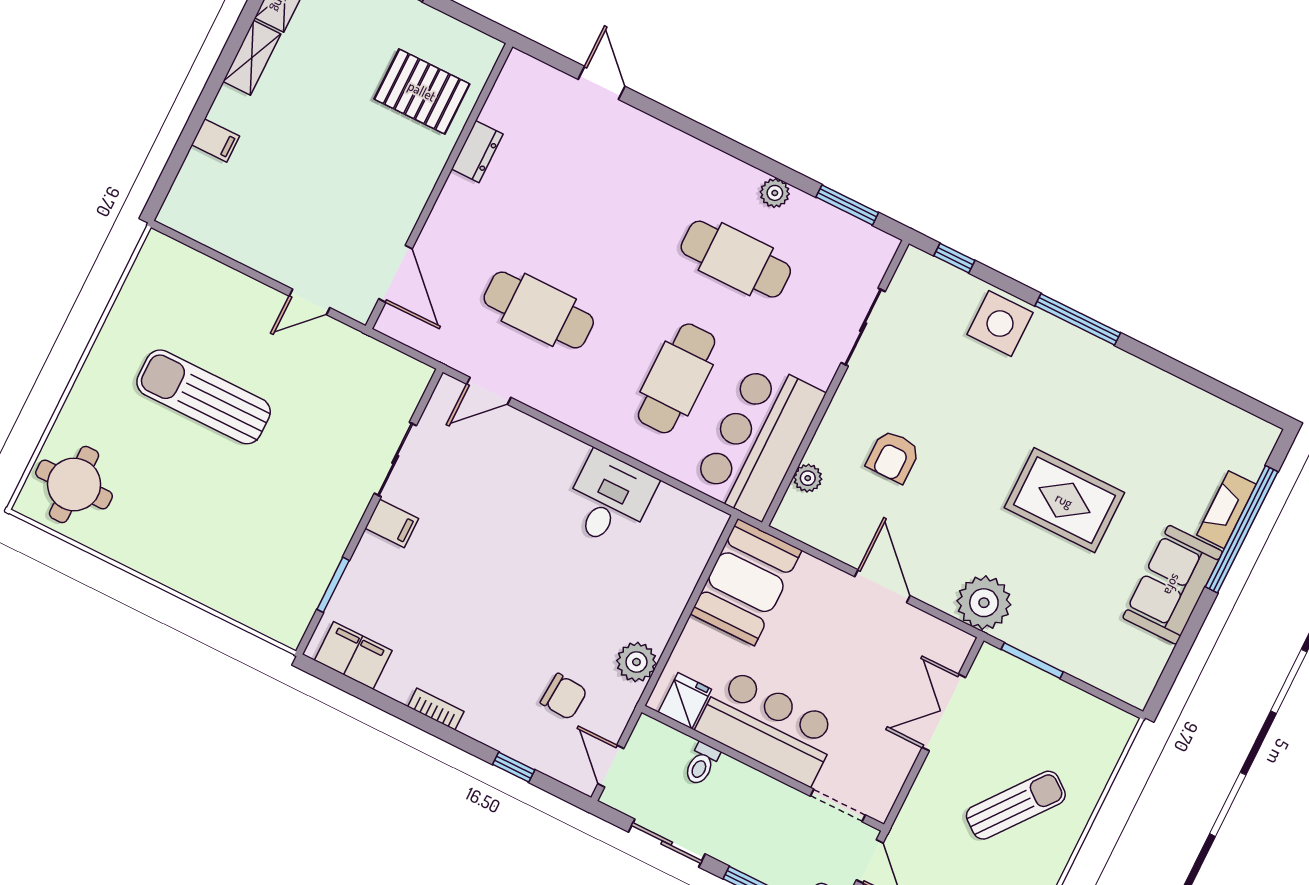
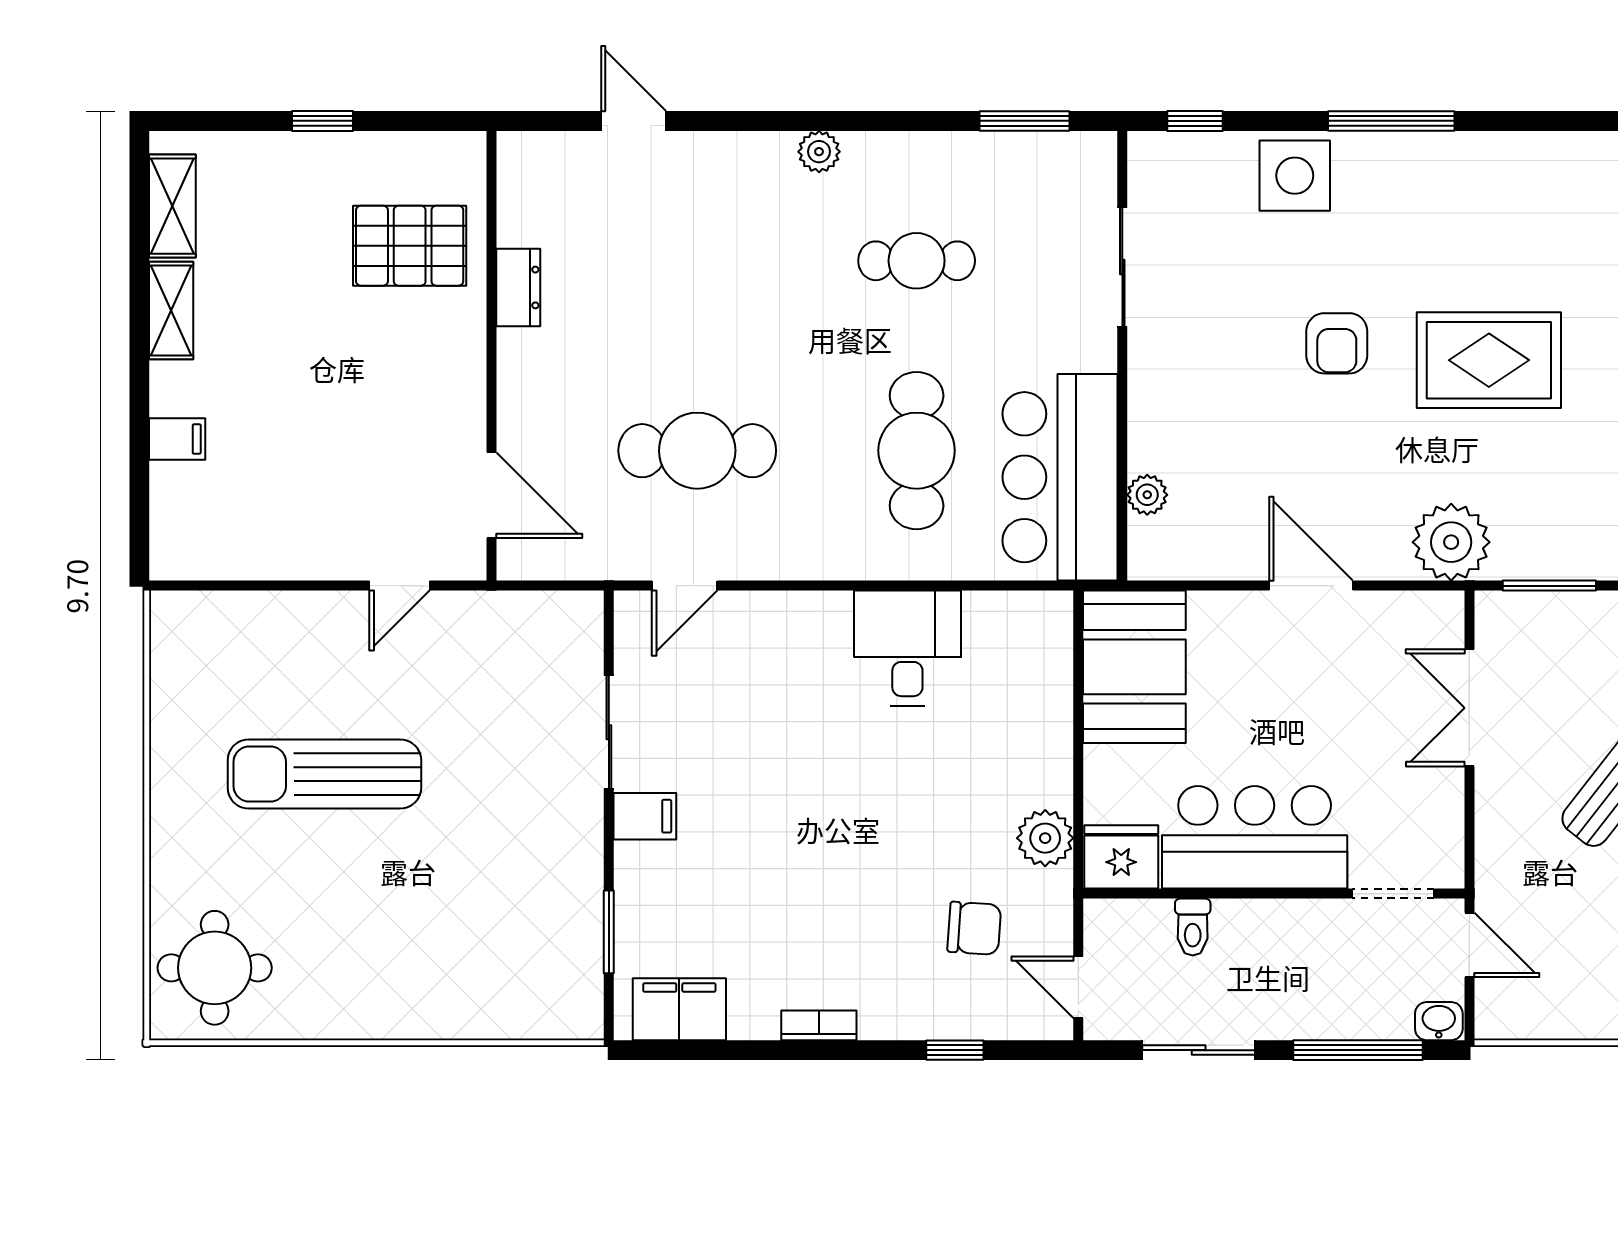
plant: (775, 193) -> (819, 152), moved
cafe table: (736, 259) -> (917, 261), width x0.73, depth x0.74
armchair: (893, 456) -> (1337, 343), moved
fridge: (685, 701) -> (1121, 857), width x1.38

